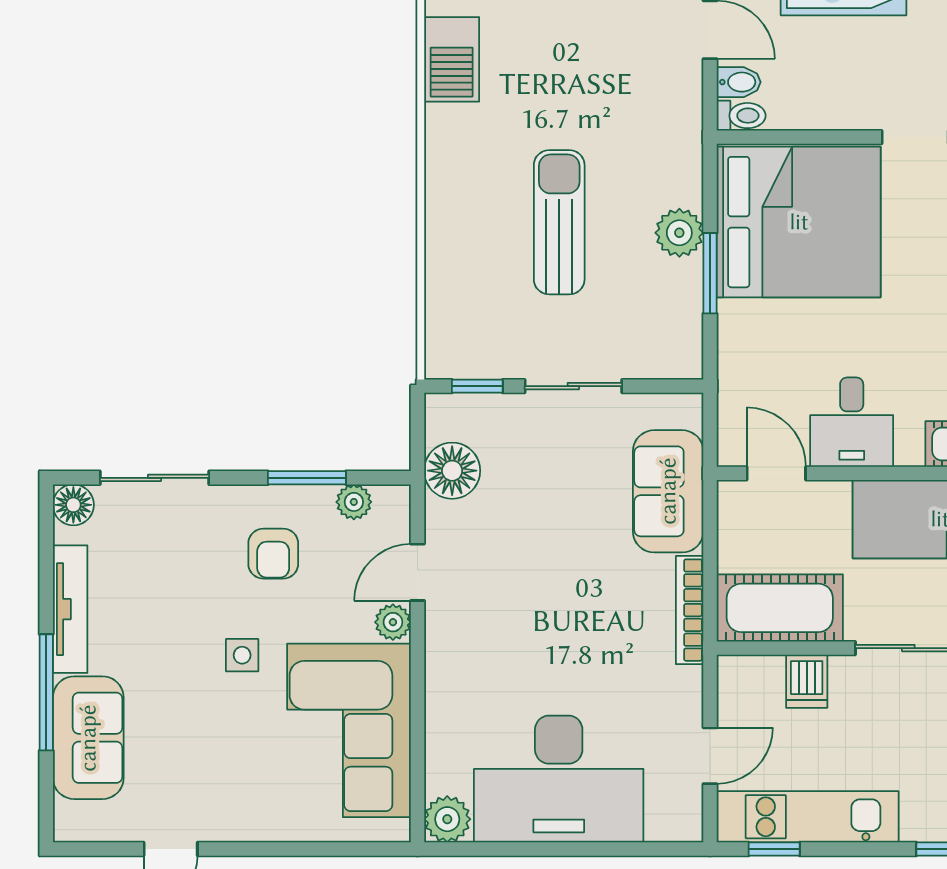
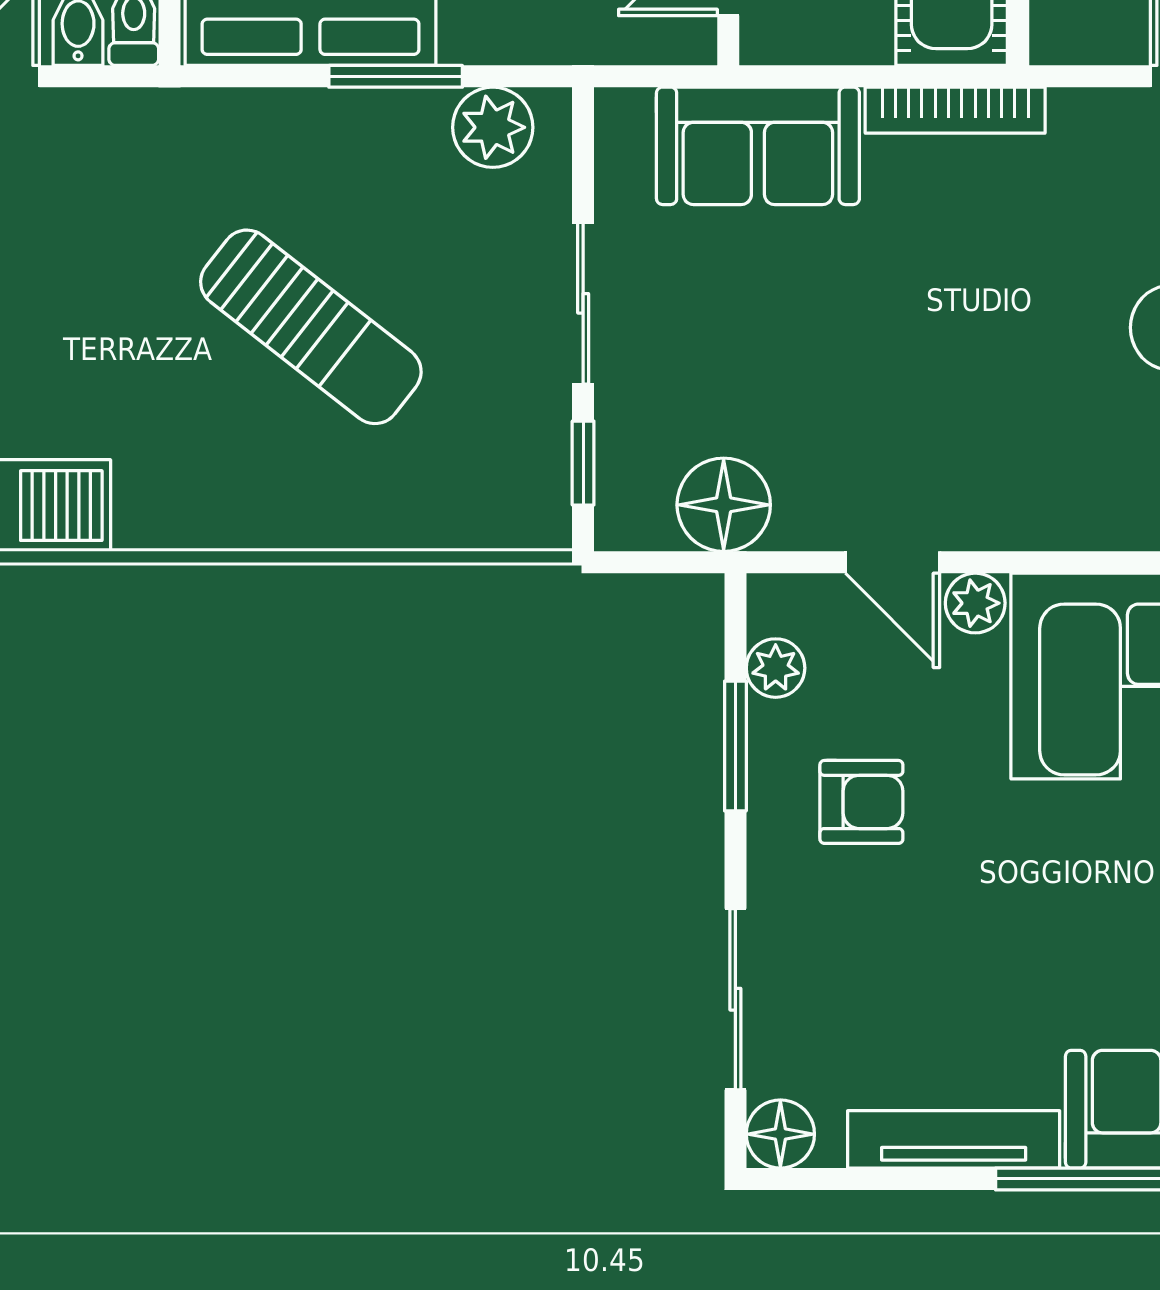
sun lounger: (559, 222) -> (311, 327), turned -142
plant: (679, 233) -> (493, 127), moved
side table: (242, 655) -> (1030, 854), removed

